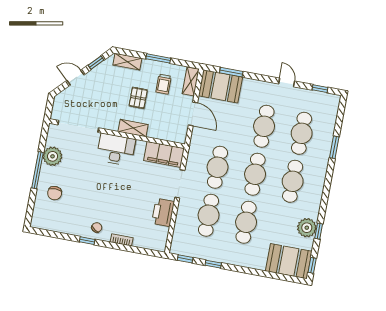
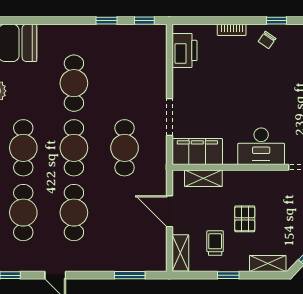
window: (158, 58) -> (228, 275), width x0.67
booth: (220, 86) -> (140, 254), removed
shelving: (133, 128) -> (203, 178), moved
printer: (163, 212) -> (185, 50), moved
cafe table: (209, 215) -> (125, 83), removed

